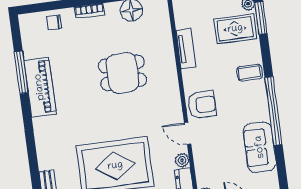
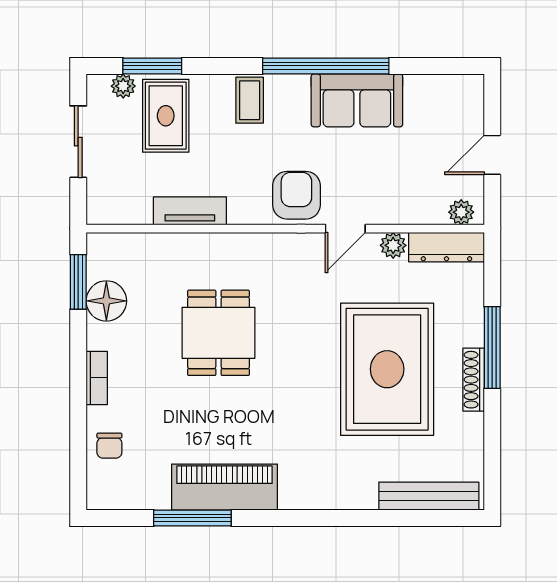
sofa: (260, 147) -> (357, 100), moved

